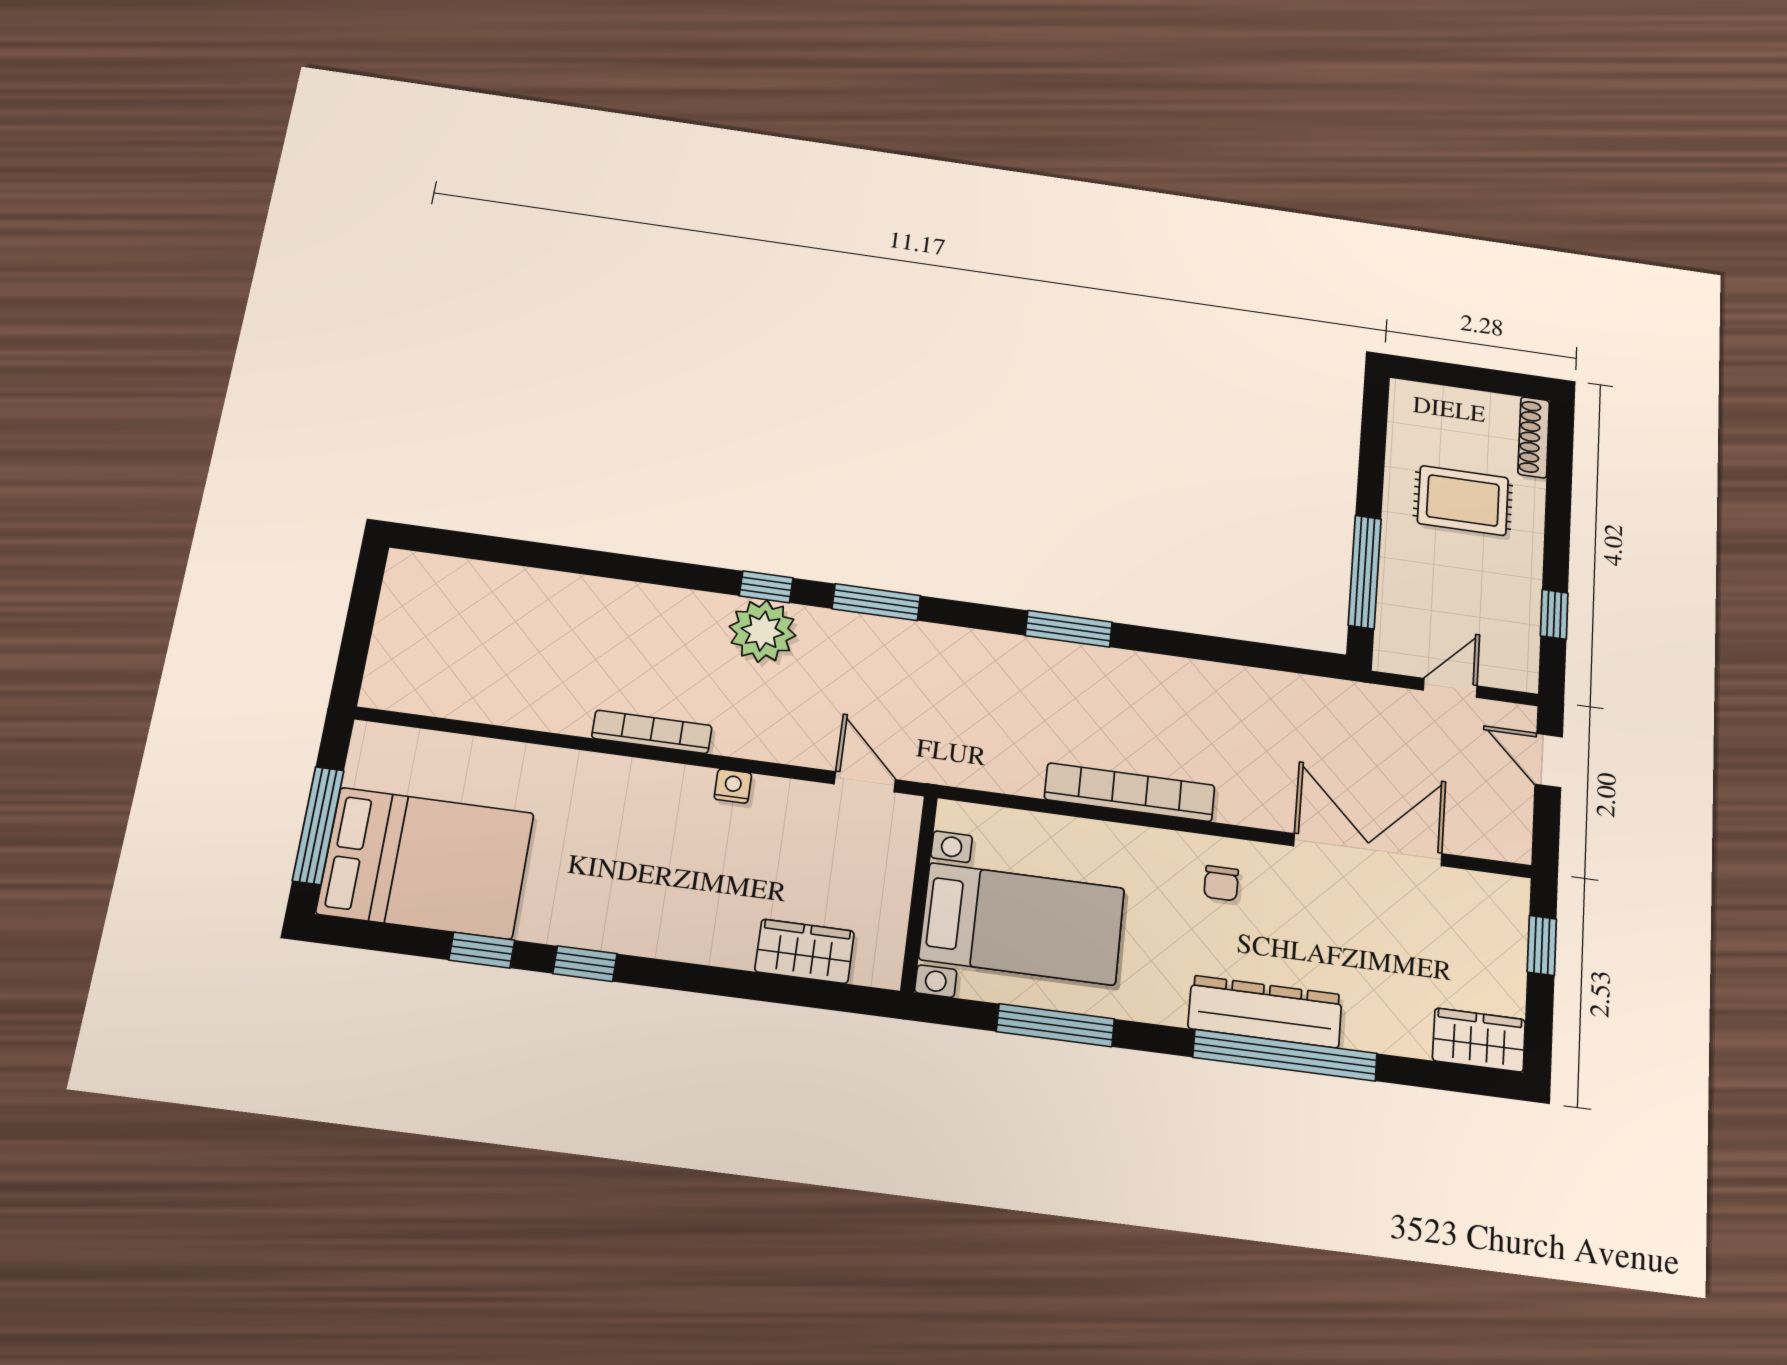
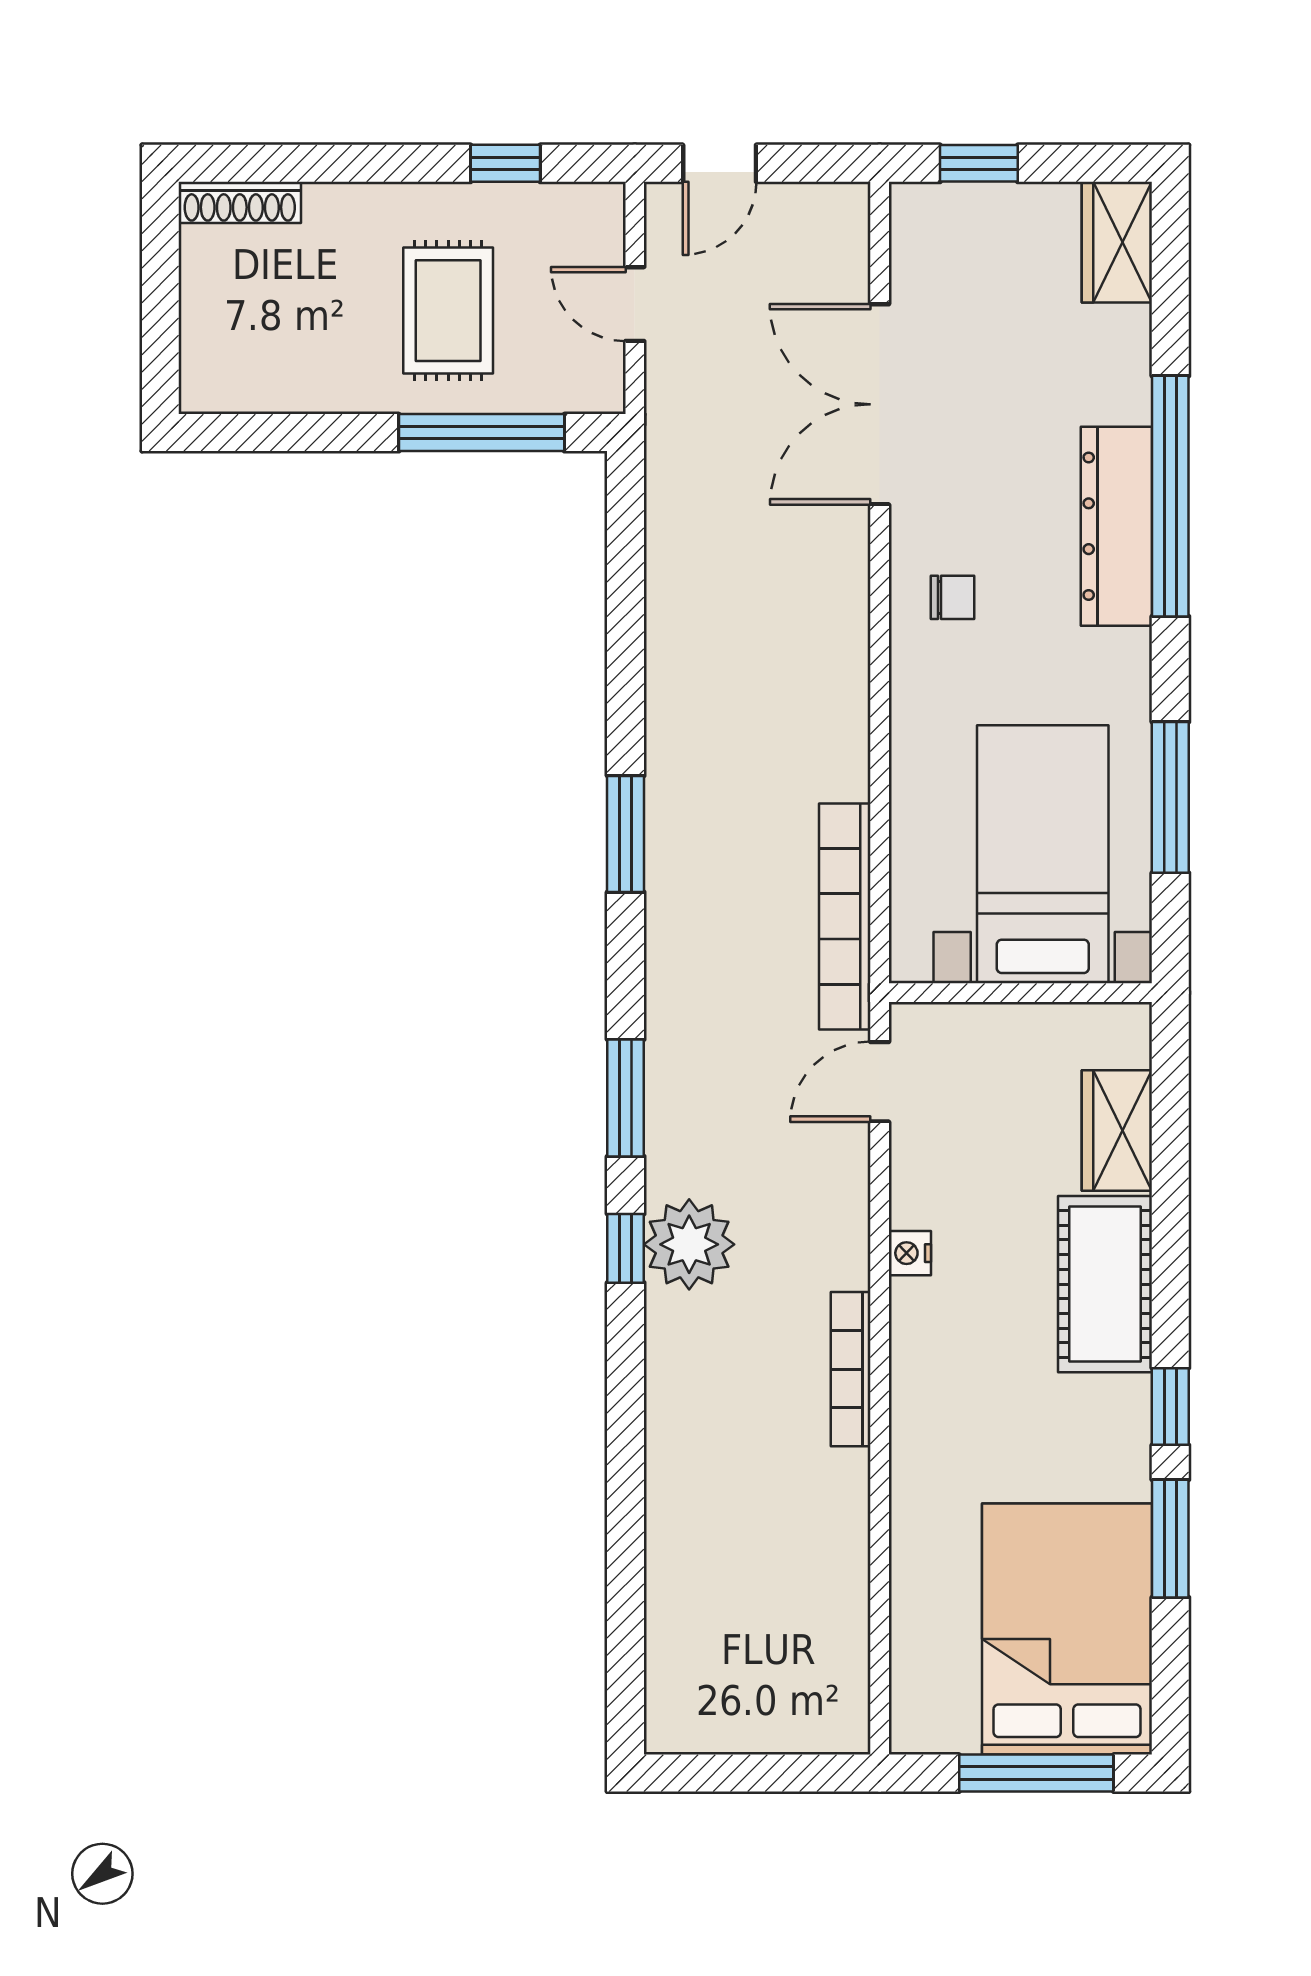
rug: (1463, 501) -> (448, 311), moved
bookcase: (1130, 792) -> (845, 916), moved
cot: (688, 927) -> (1105, 1284), added
window: (482, 950) -> (1170, 1539), width x1.50

